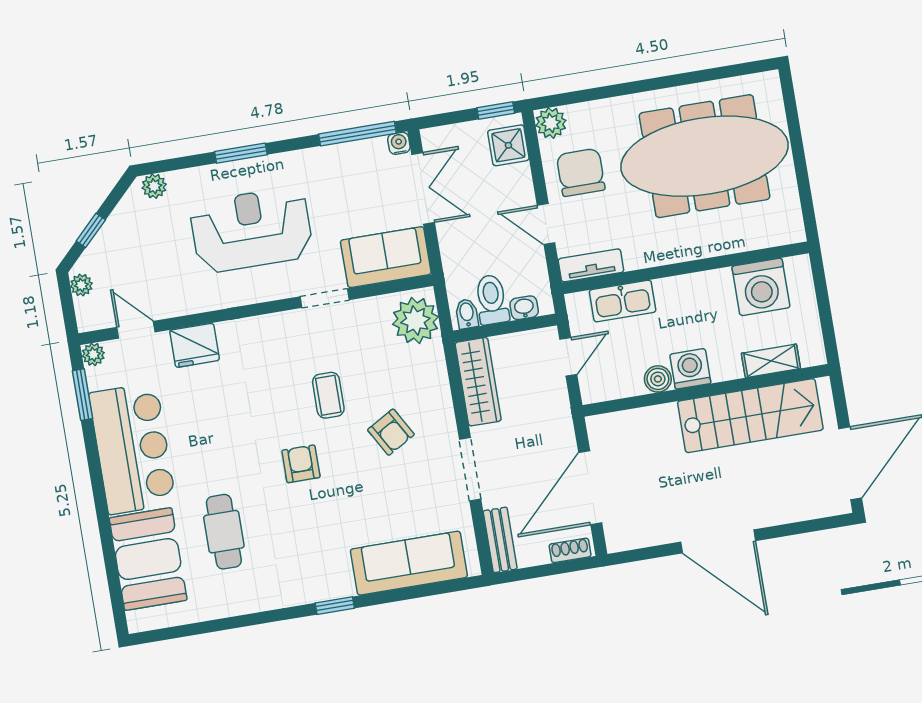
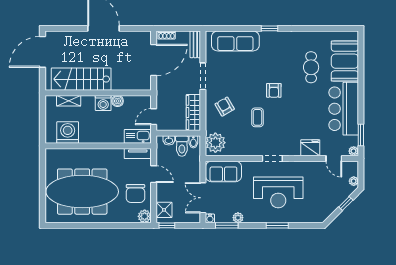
window: (357, 134) -> (227, 225), width x0.69
plant: (154, 186) -> (238, 218), moved
doorway: (325, 298) -> (272, 158), moved
kitchen sink: (623, 301) -> (138, 136), moved
armchair: (391, 432) -> (225, 107), moved

